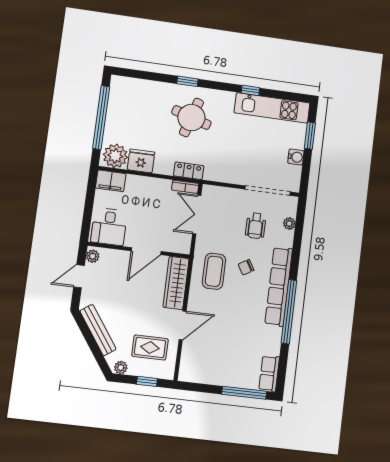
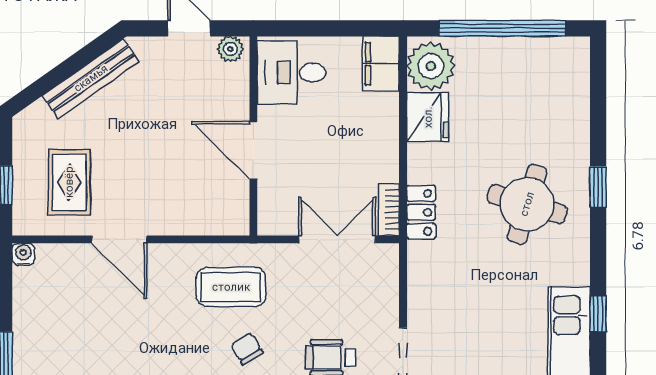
wardrobe: (176, 283) -> (199, 216), removed
plant: (121, 368) -> (25, 131), removed
water cooler: (184, 376) -> (23, 254), added

